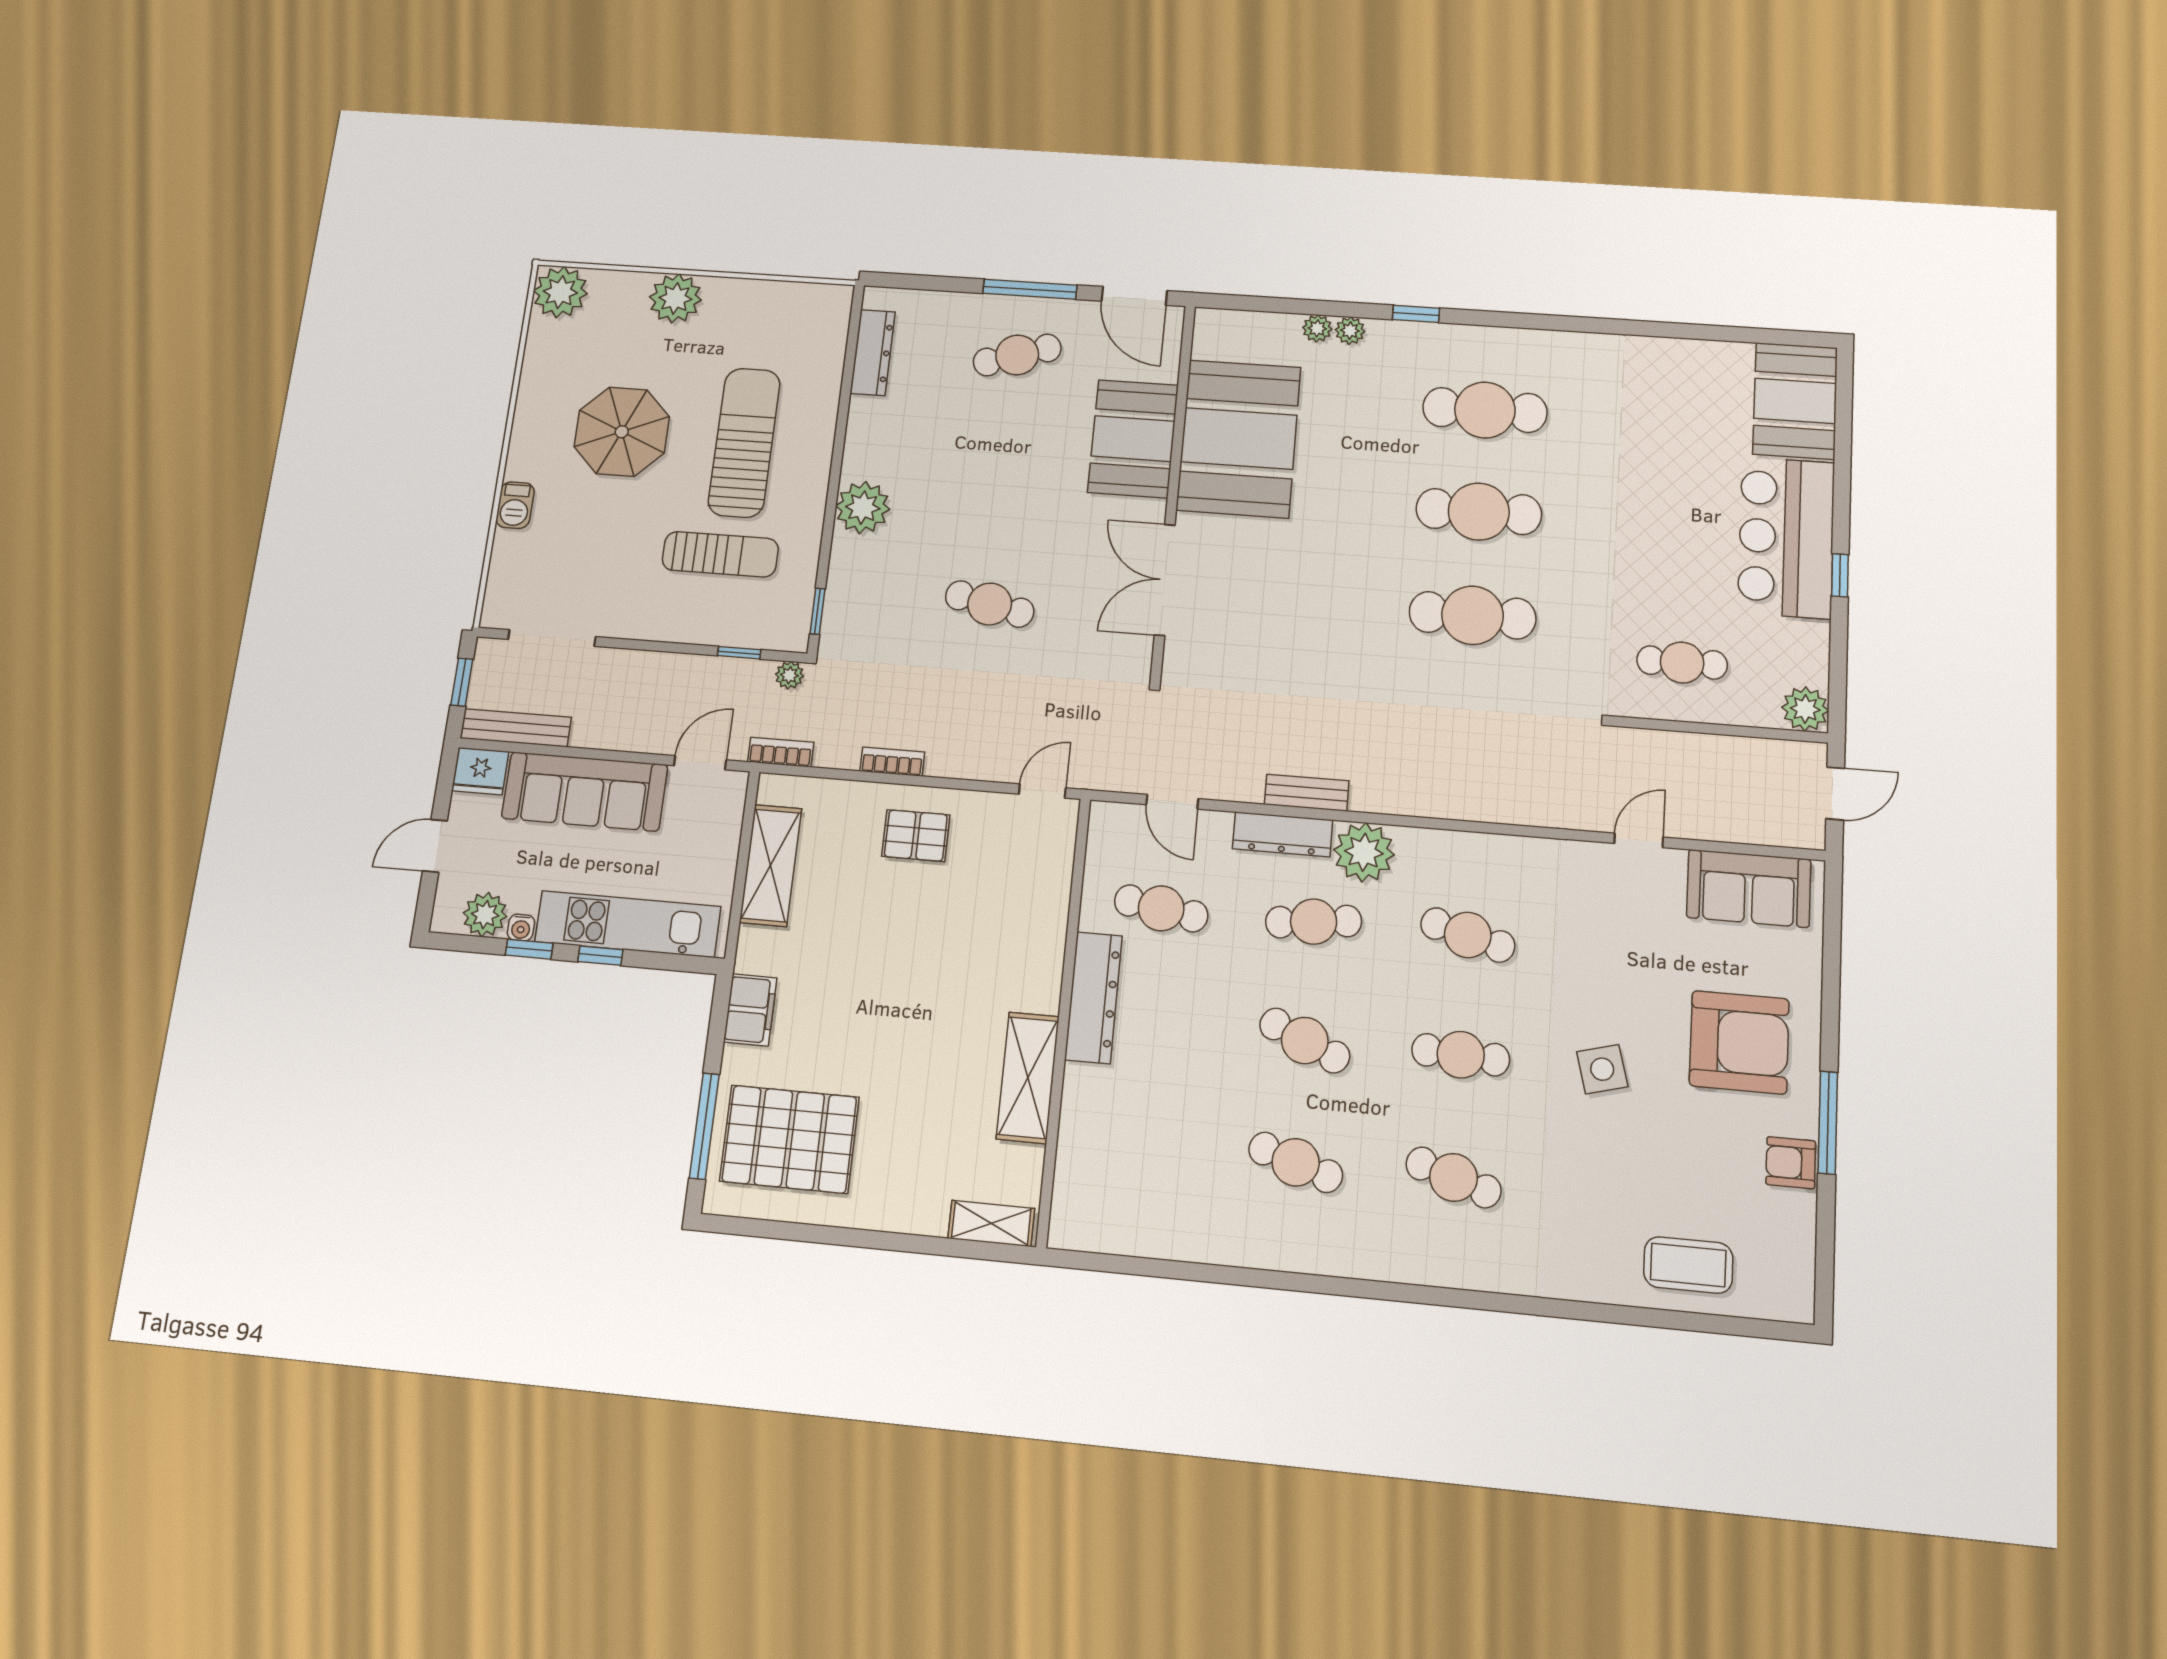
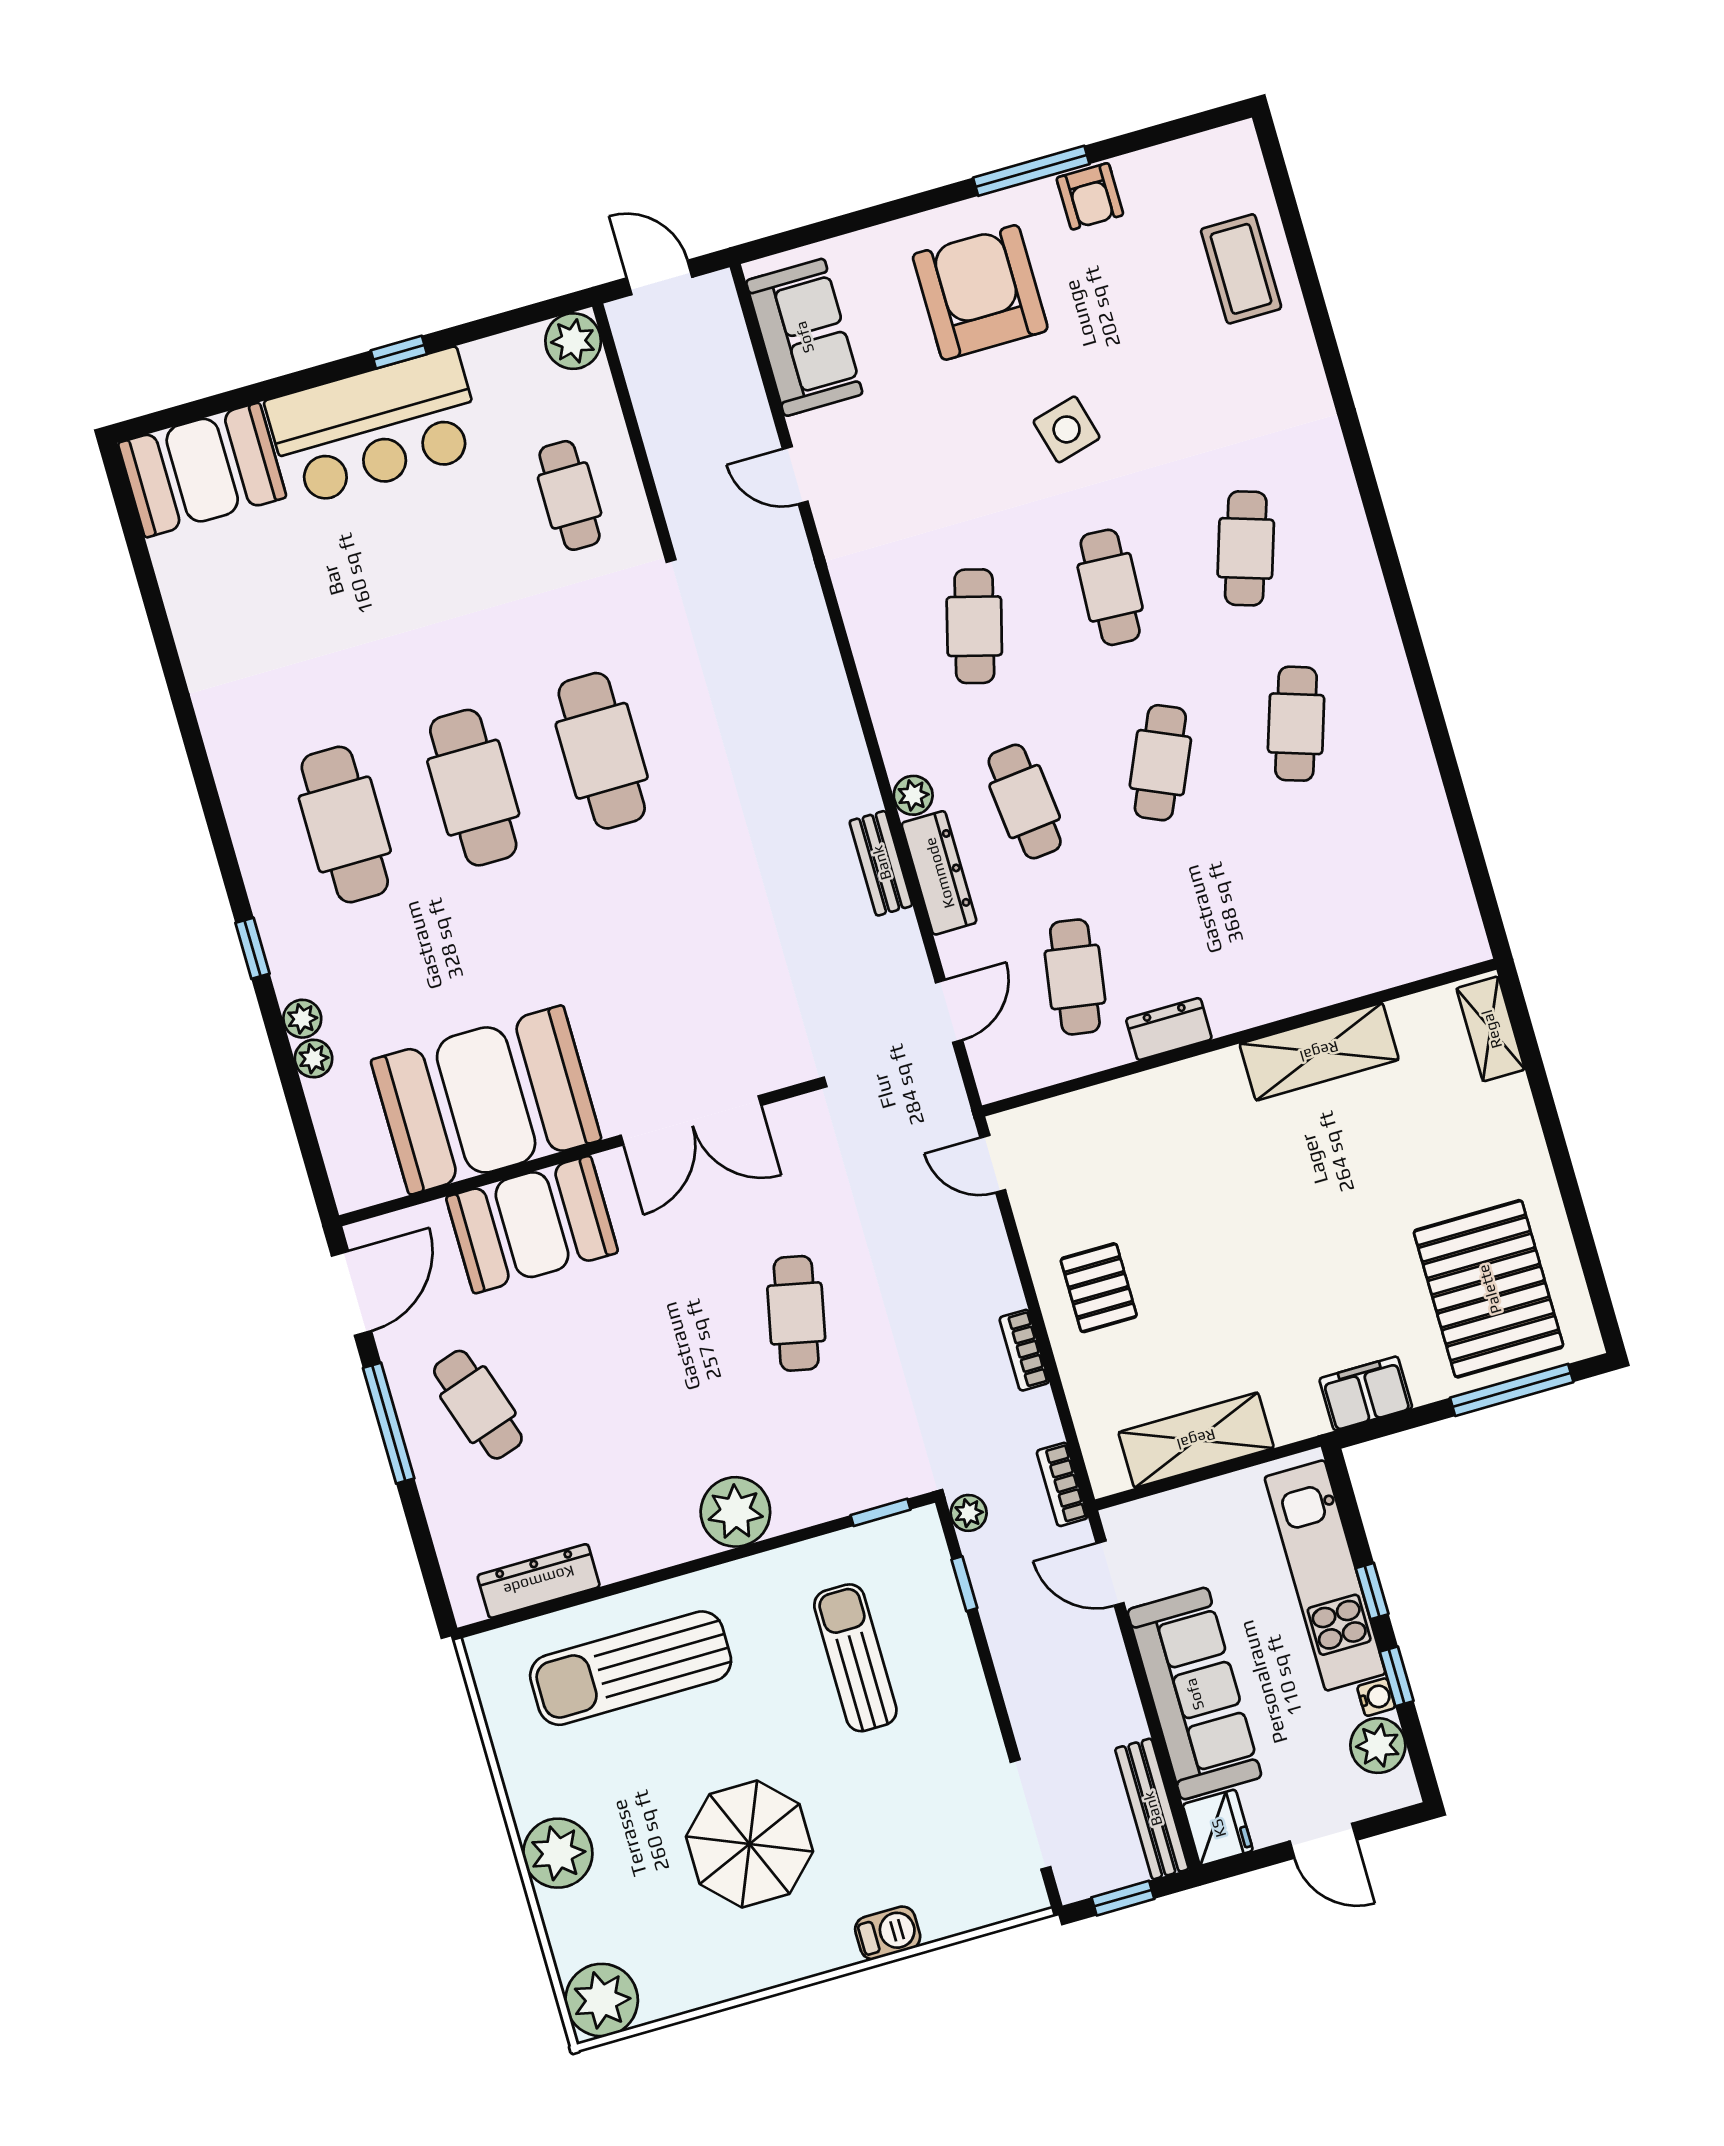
sun lounger: (744, 442) -> (631, 1668), moved
plant: (1364, 852) -> (913, 795), width x0.53, depth x0.53
dresser: (1094, 998) -> (1169, 1029), width x0.51, depth x0.80

